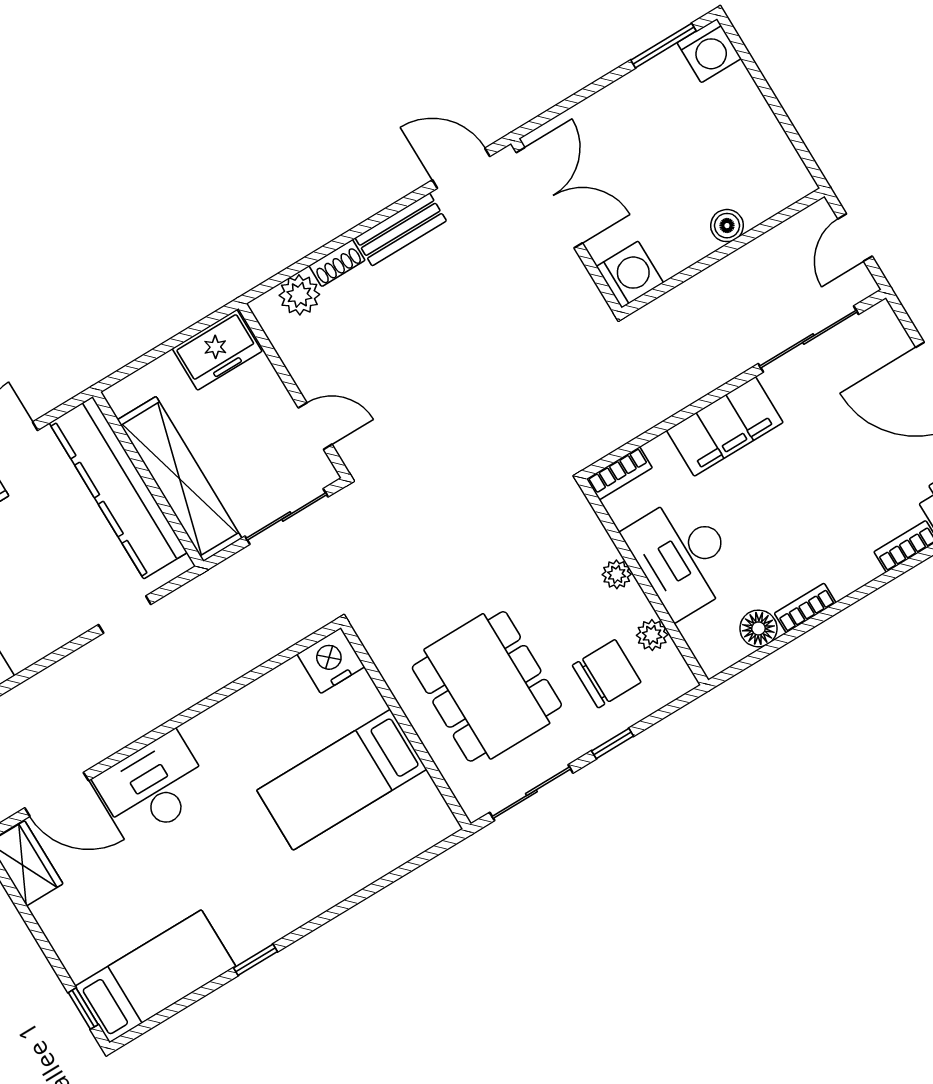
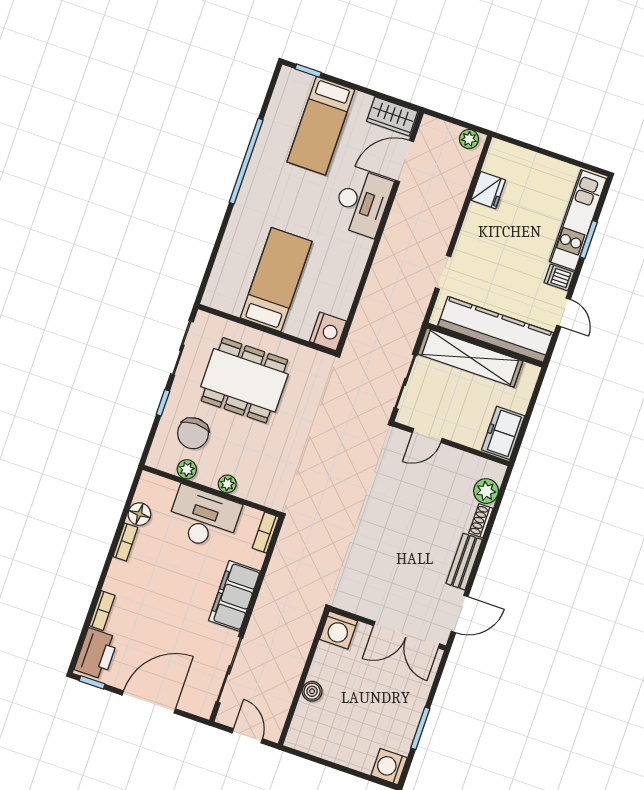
window: (664, 46) -> (420, 728), moved
window: (256, 960) -> (246, 161), width x3.17
bed: (155, 976) -> (321, 126), moved

